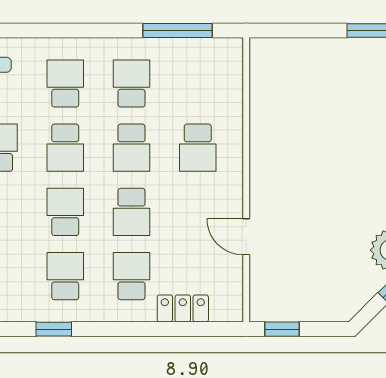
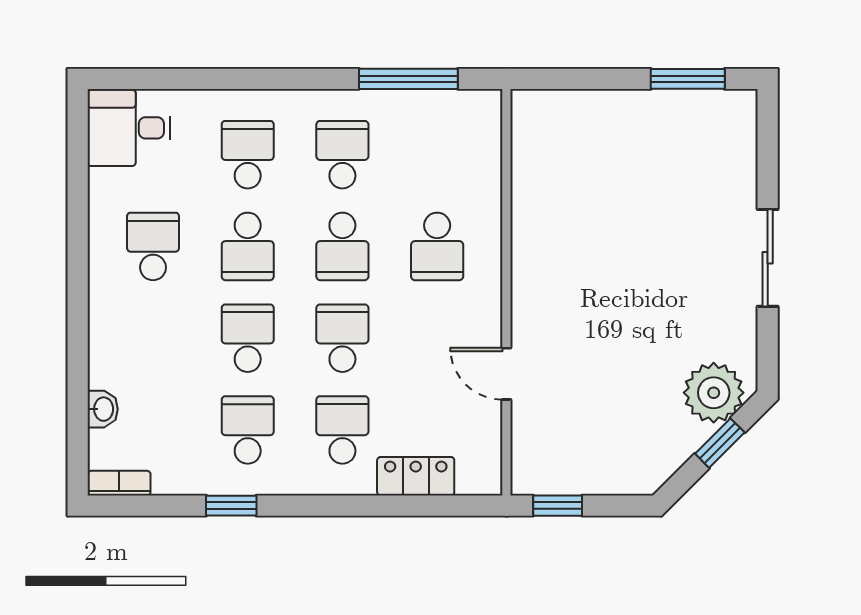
school desk: (131, 212) -> (342, 338), turned 180

